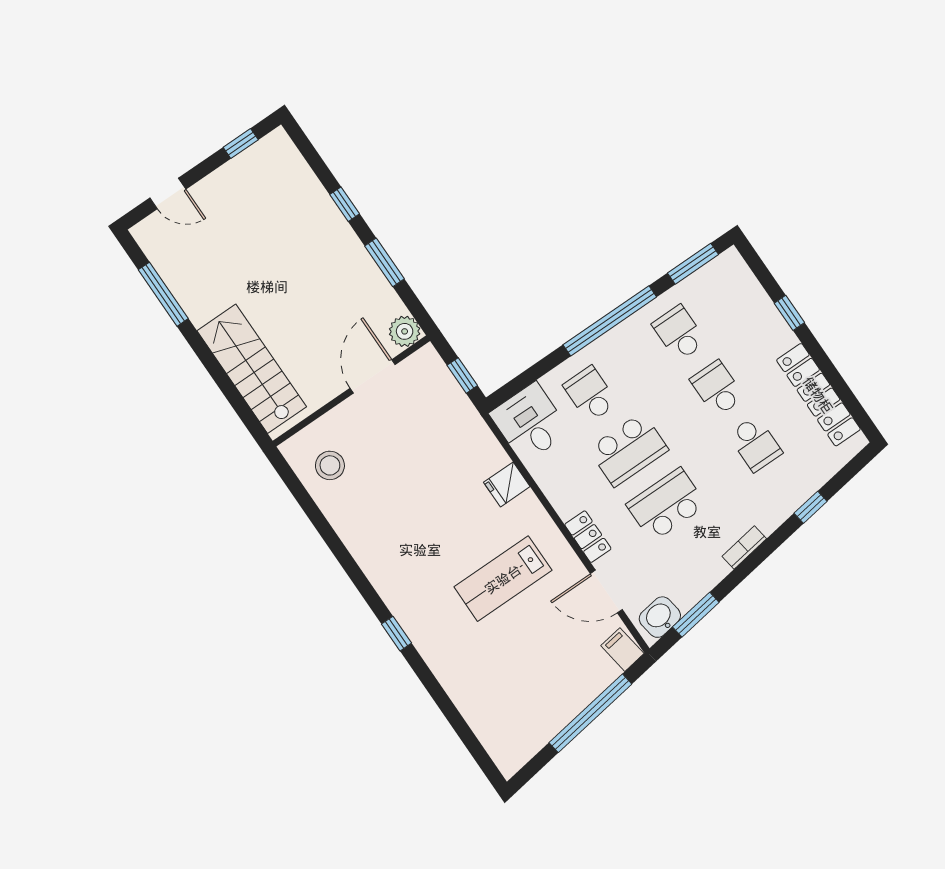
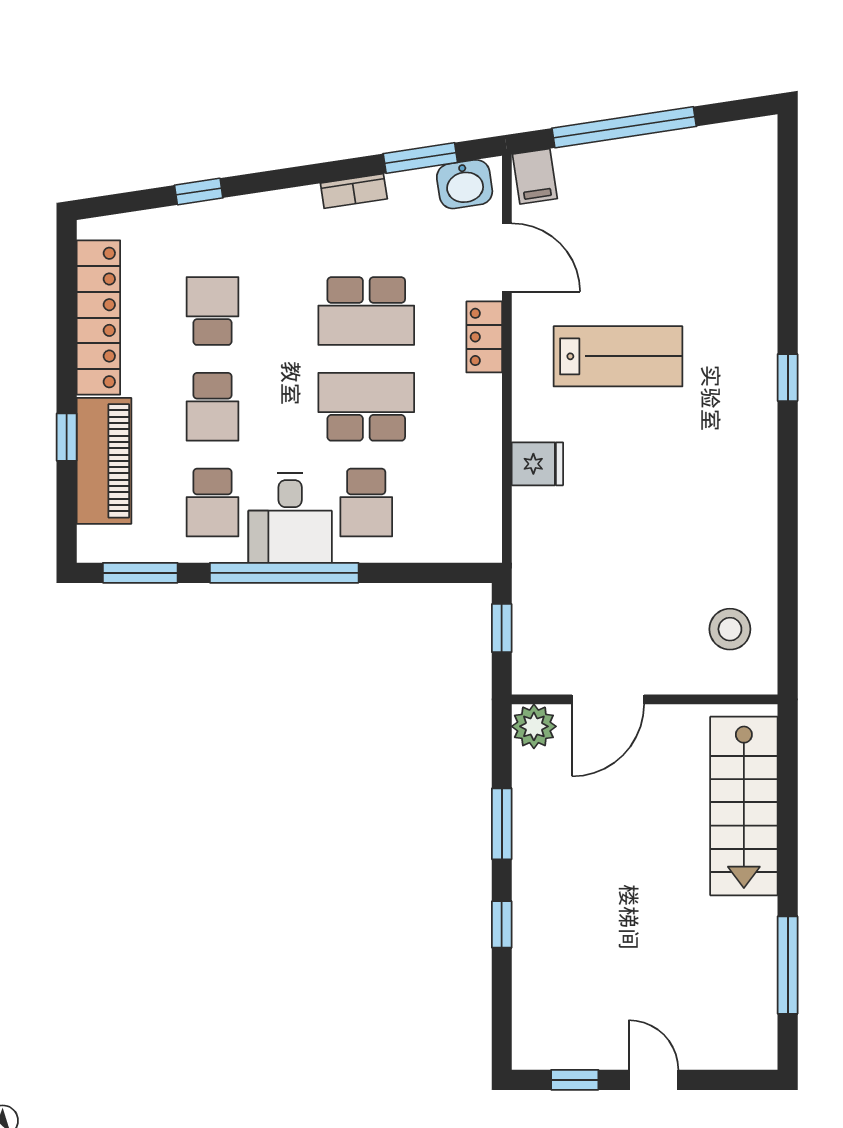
door: (168, 194) -> (654, 1080), moved
piano: (758, 314) -> (104, 461), added
desk: (530, 423) -> (290, 518), moved
bookcase: (744, 547) -> (354, 191), moved

